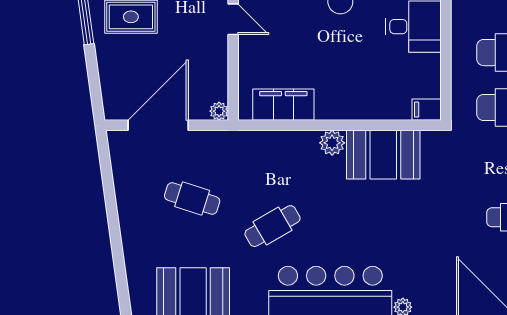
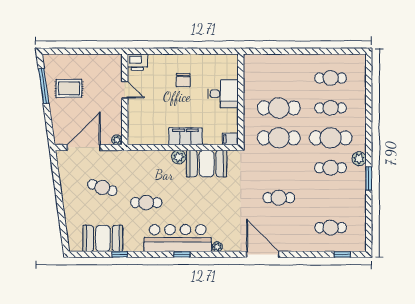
filing cabinet: (283, 105) -> (185, 136), moved
cafe table: (272, 226) -> (146, 203), turned 30

